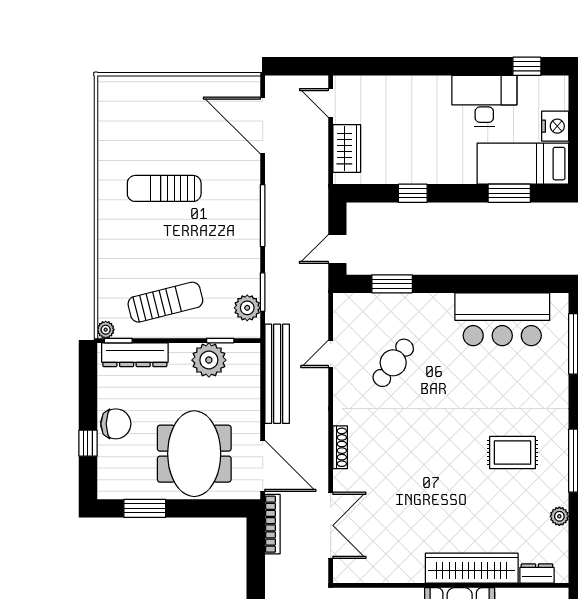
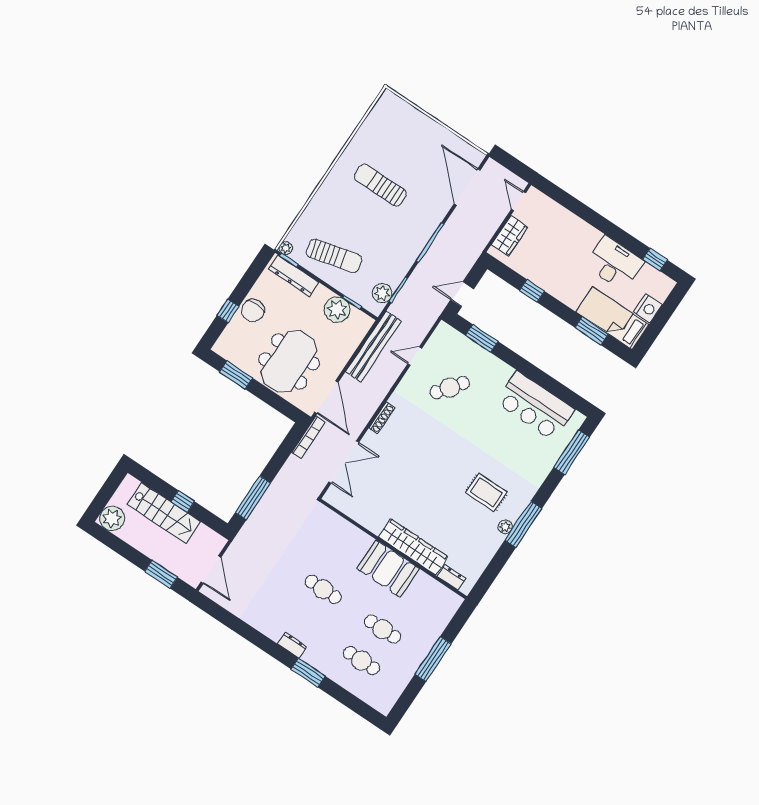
chair: (116, 424) -> (253, 311), turned 90
plant: (559, 516) -> (505, 527), moved

